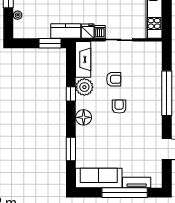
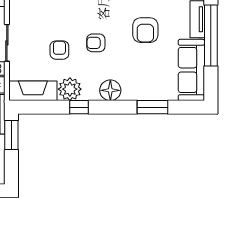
armchair: (129, 144) -> (145, 30), added

